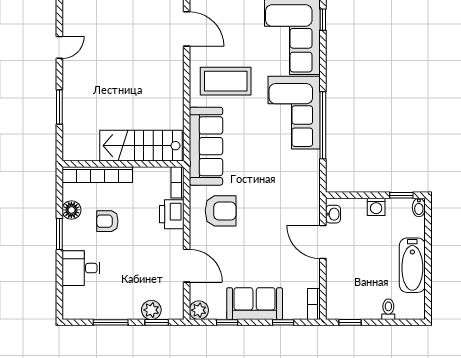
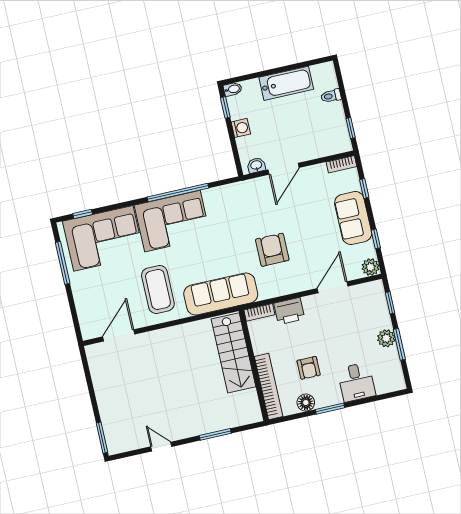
armchair: (221, 211) -> (272, 250), moved
plant: (151, 310) -> (386, 338), moved

